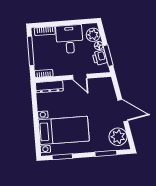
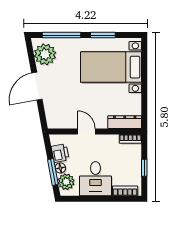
window: (31, 51) -> (144, 168), width x0.46
window: (108, 56) -> (53, 172), moved
door: (123, 110) -> (37, 86), hinge flipped
window: (106, 153) -> (61, 35), width x1.44
window: (62, 157) -> (103, 35), moved

